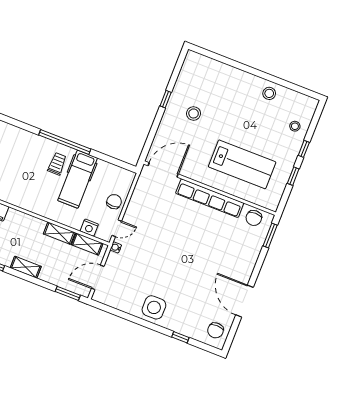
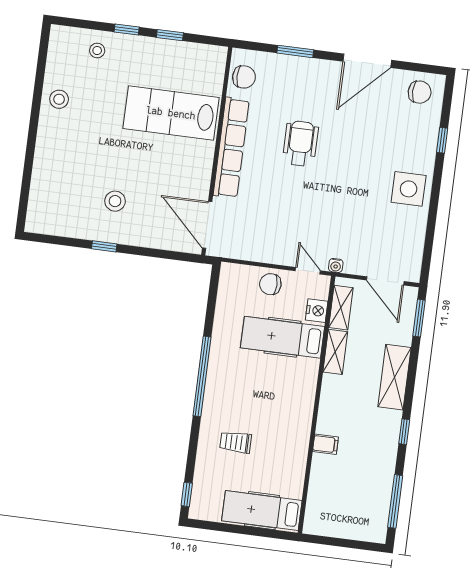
trolley: (57, 164) -> (236, 442), moved
lab bench: (242, 164) -> (171, 113), turned -90
hospital bed: (78, 179) -> (283, 337), moved, turned 180
window: (270, 235) -> (295, 51), moved
wheelchair: (201, 244) -> (300, 143), added
shelving: (26, 267) -> (394, 377), width x1.50, depth x1.33

